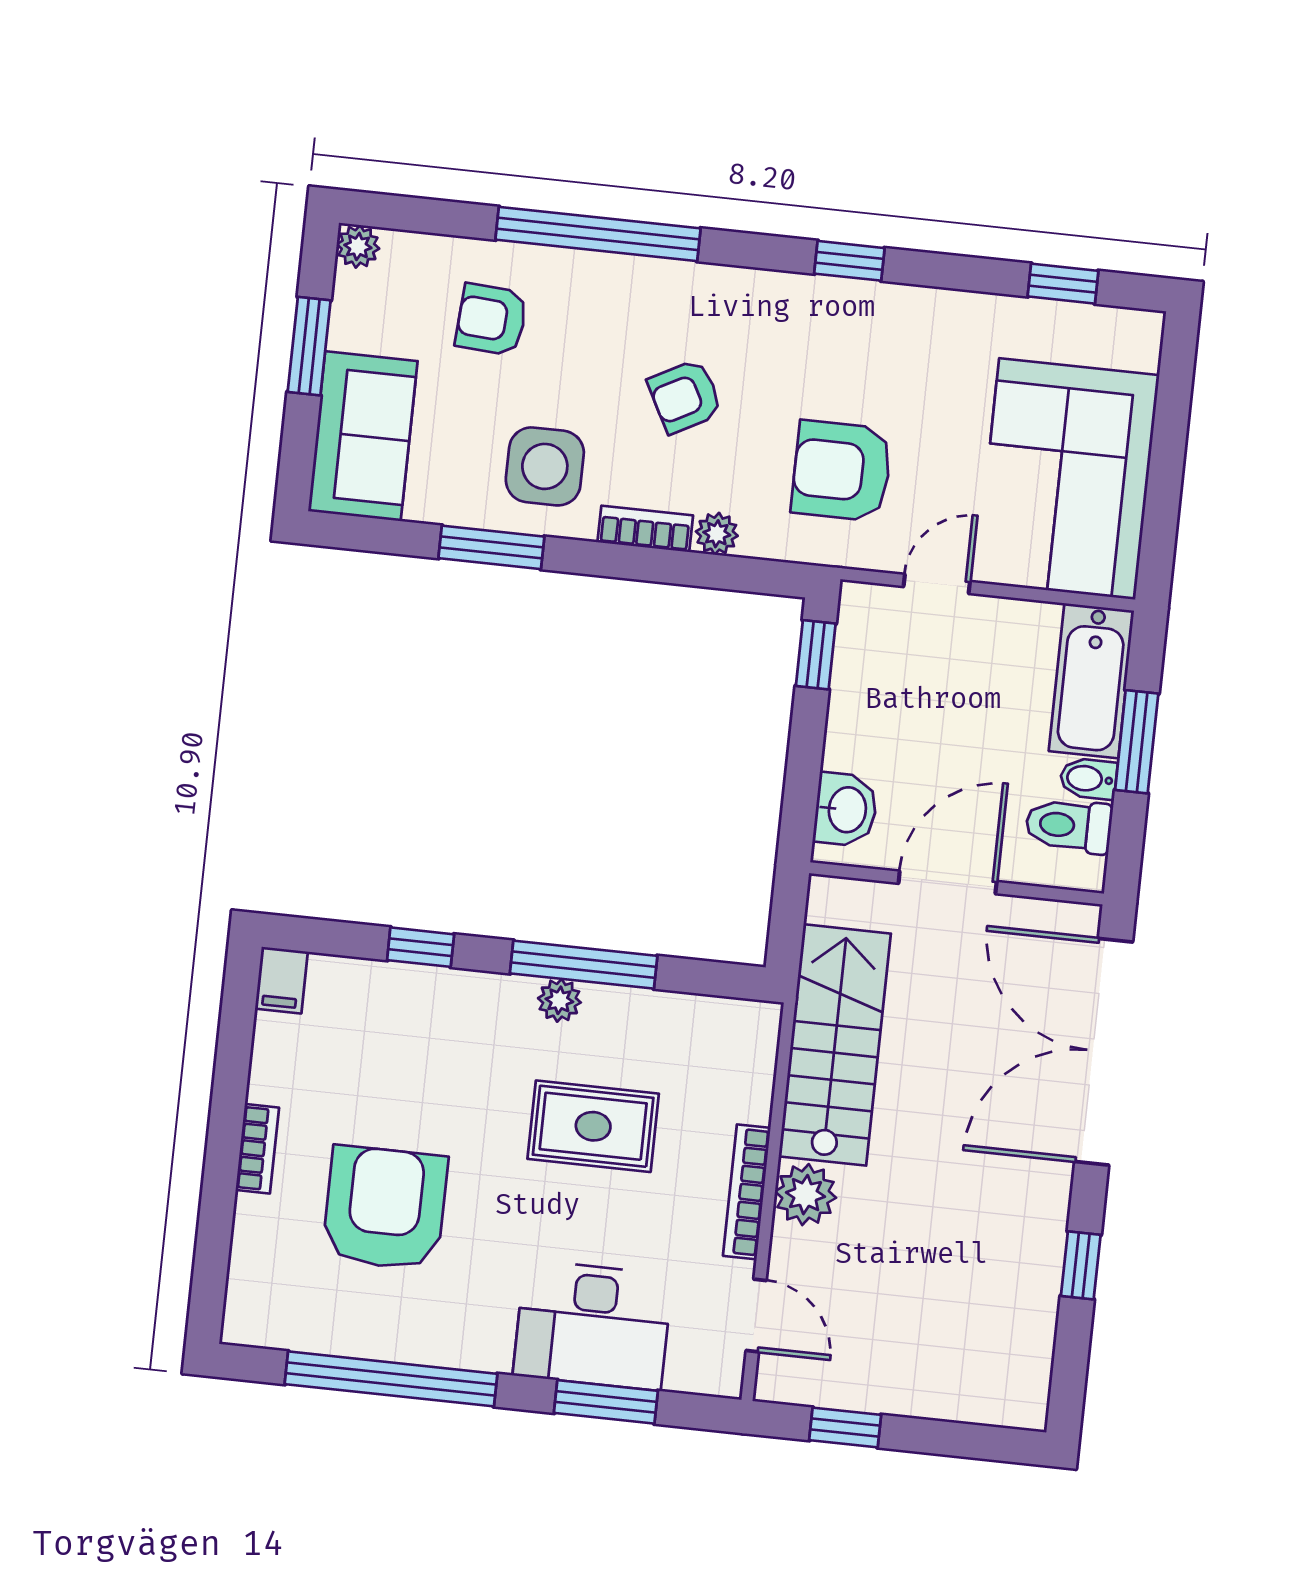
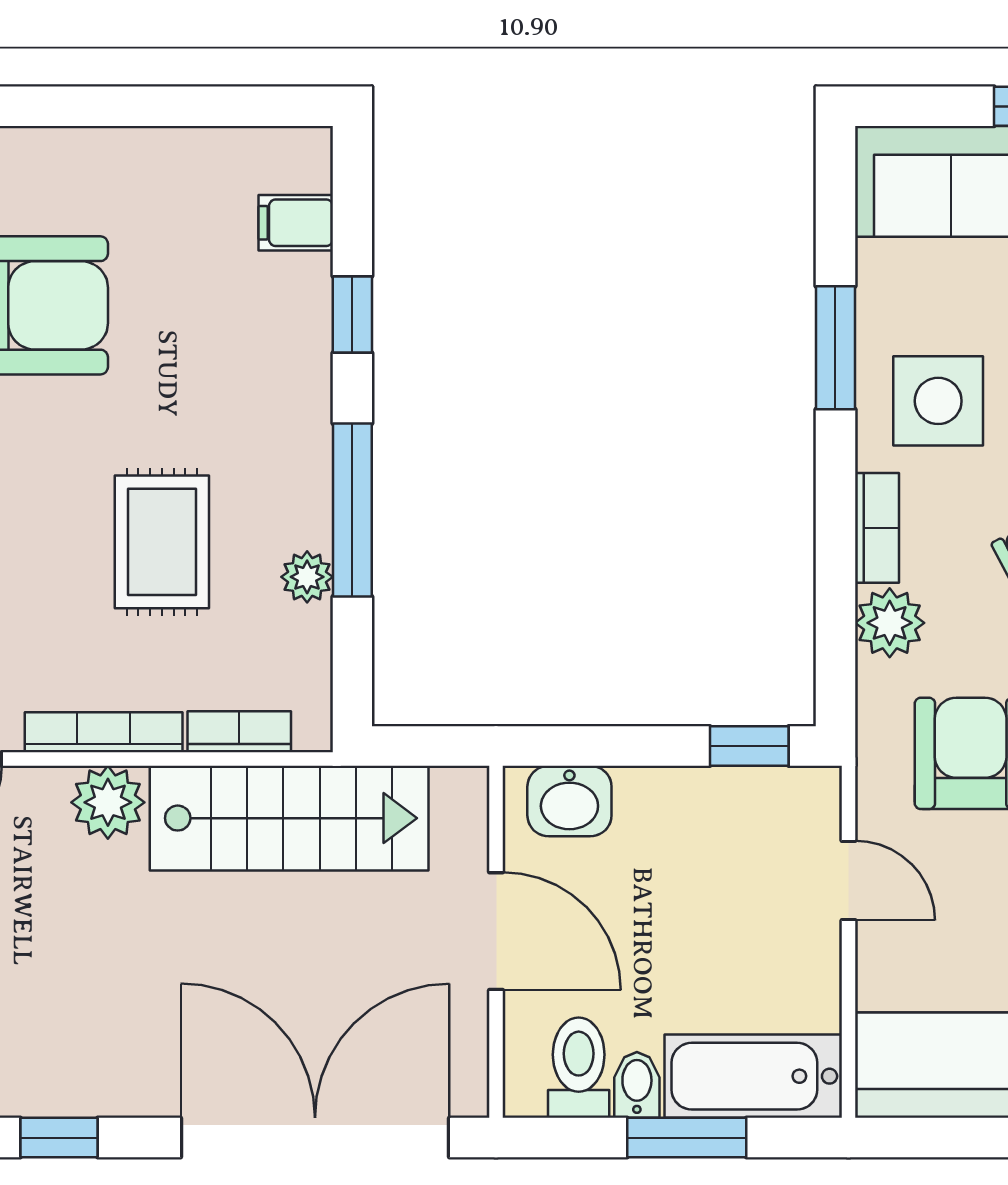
plant: (717, 534) -> (890, 623), width x1.38, depth x1.38
filing cabinet: (281, 980) -> (296, 223), moved
plant: (559, 1000) -> (307, 577), moved
bookcase: (257, 1149) -> (239, 732), moved, turned 180

